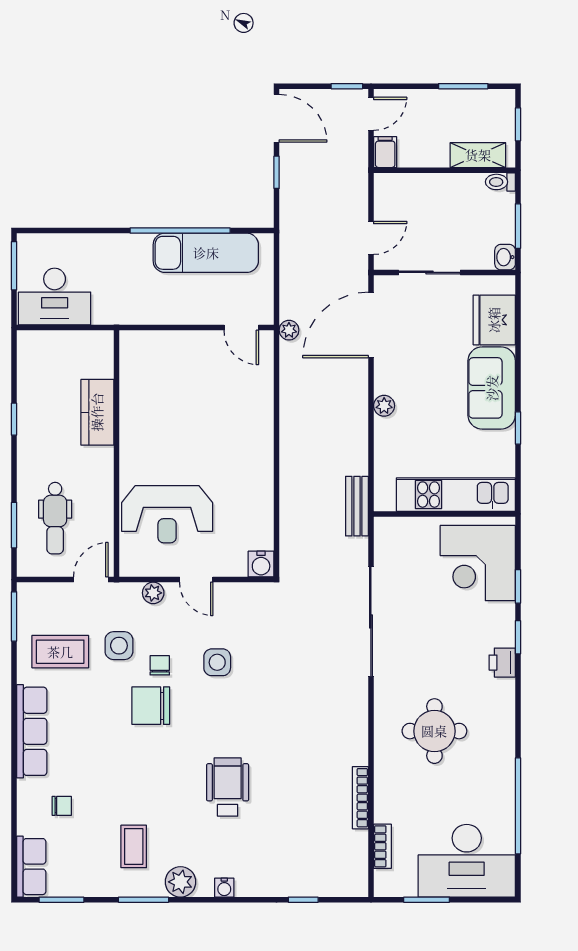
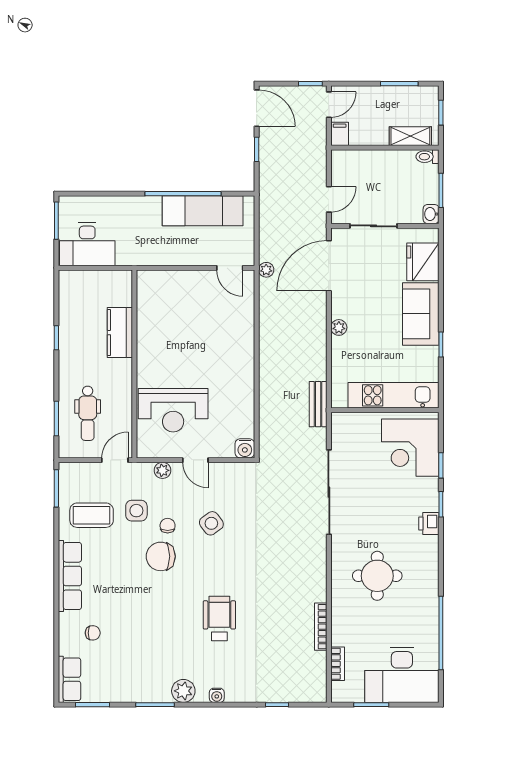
side table: (217, 662) -> (211, 523), turned -36
coffee table: (134, 846) -> (148, 664), removed

